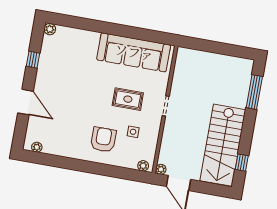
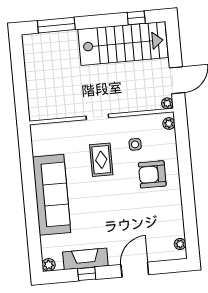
sofa: (134, 52) -> (52, 195), moved
fireplace: (46, 62) -> (85, 259), added

